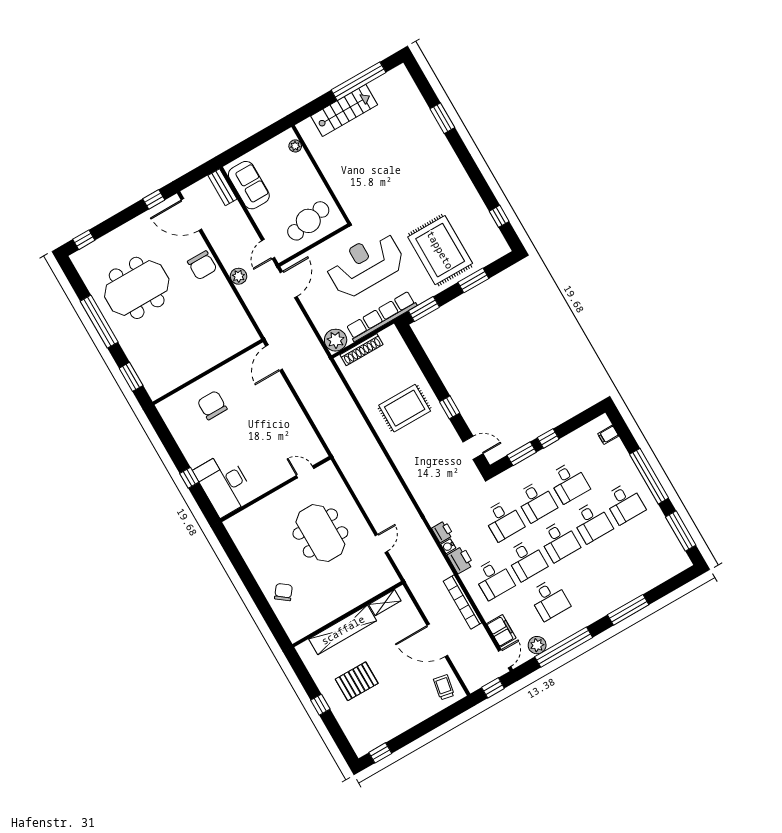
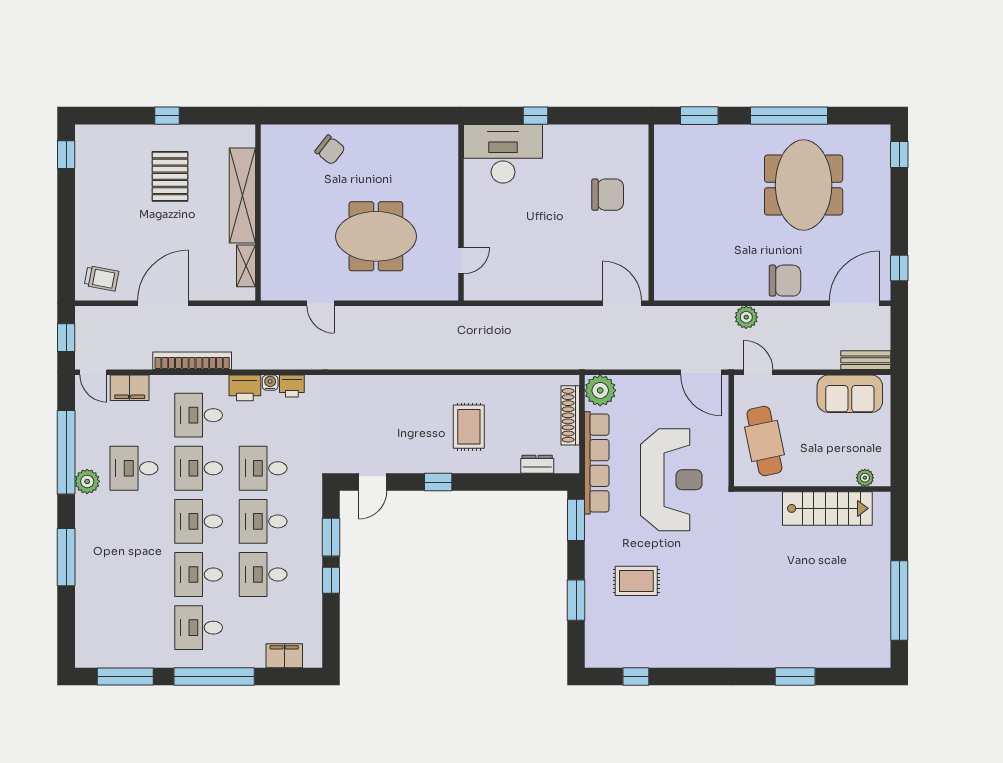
stairs: (344, 110) -> (827, 508), moved, turned -90
rug: (440, 250) -> (636, 581), width x0.54, depth x0.49
chair: (202, 265) -> (785, 281), turned 180
dresser: (403, 353) -> (537, 464), added
rug: (405, 408) -> (469, 427), width x0.73, depth x0.70
filing cabinet: (608, 435) -> (284, 656), width x2.00
plant: (537, 645) -> (87, 481), moved

